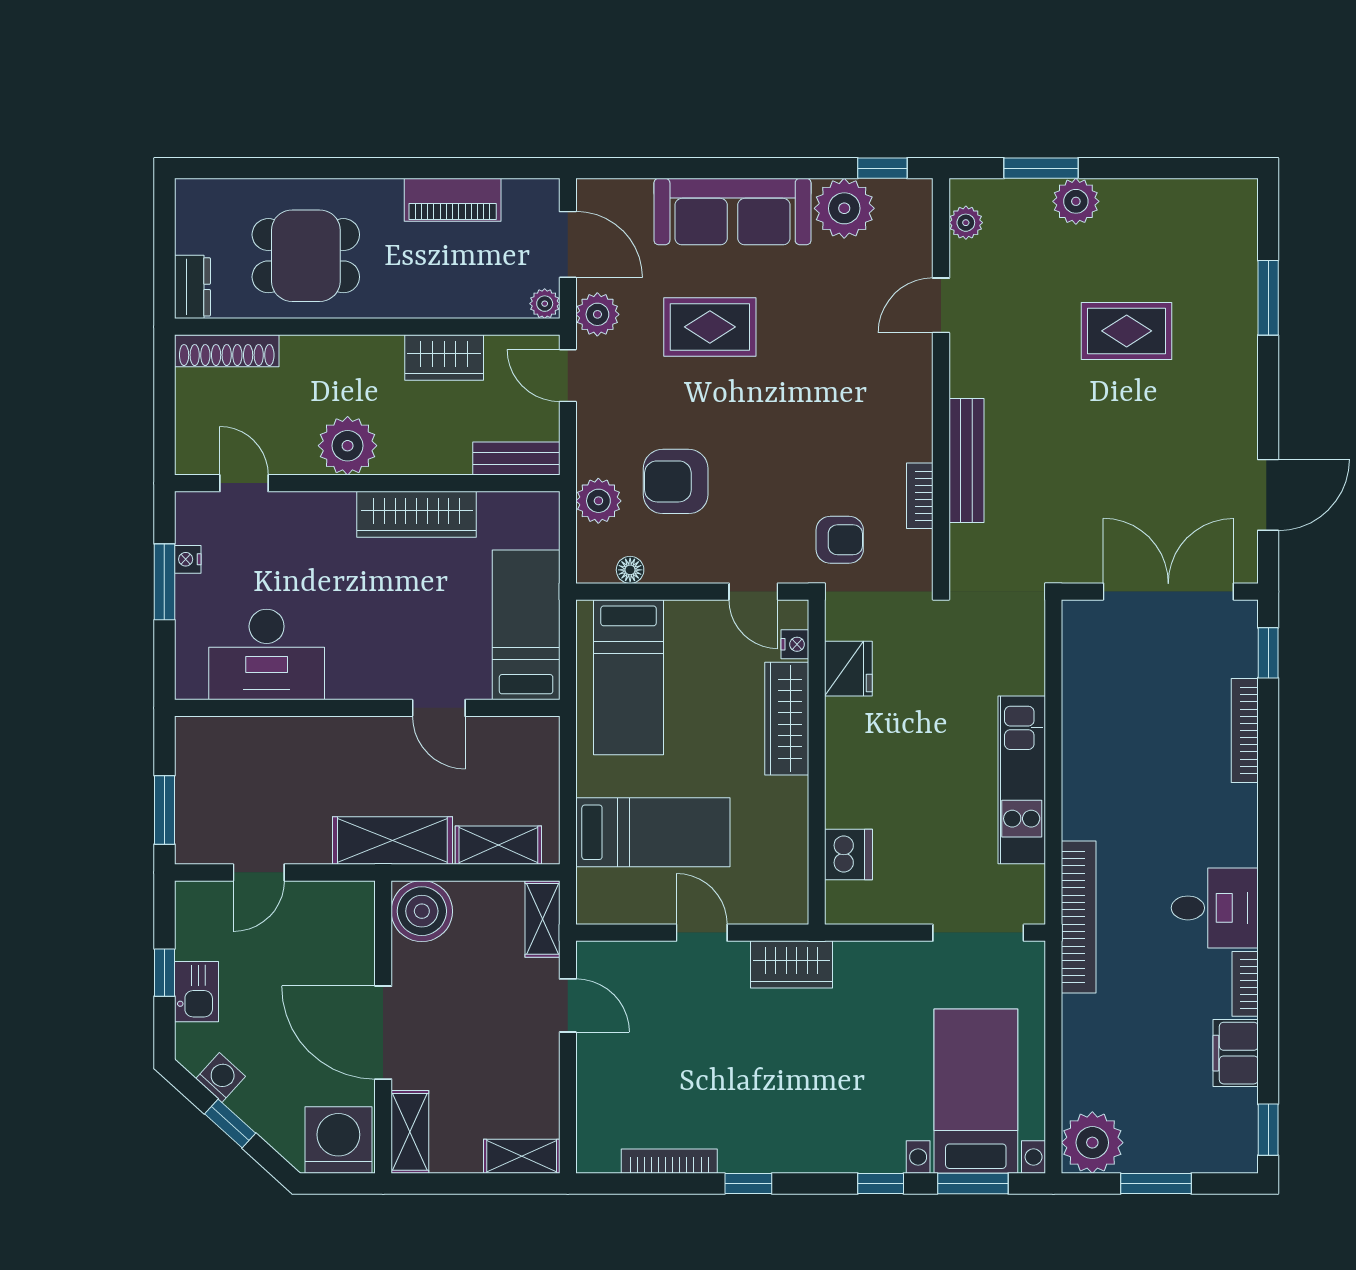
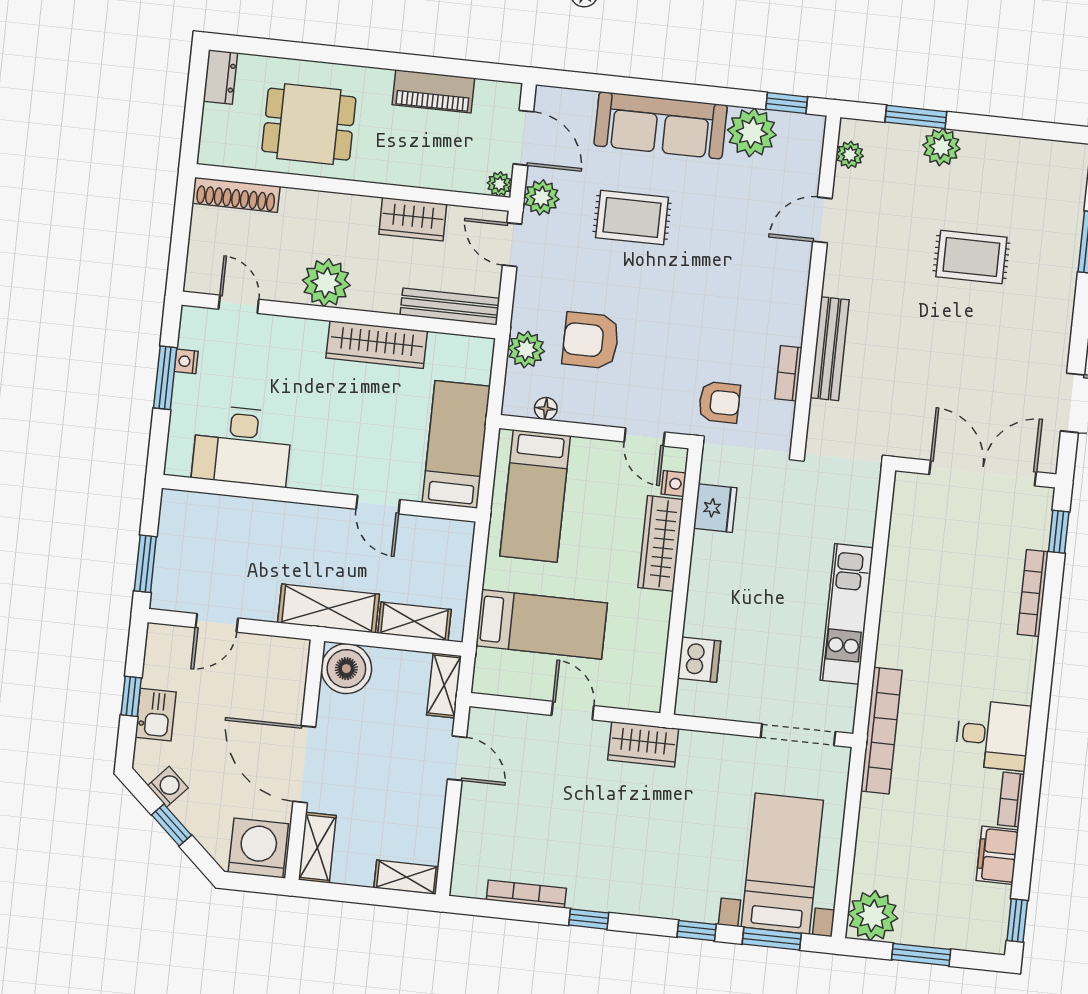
dresser: (192, 287) -> (220, 77), moved
bench: (516, 459) -> (450, 307), width x1.36

